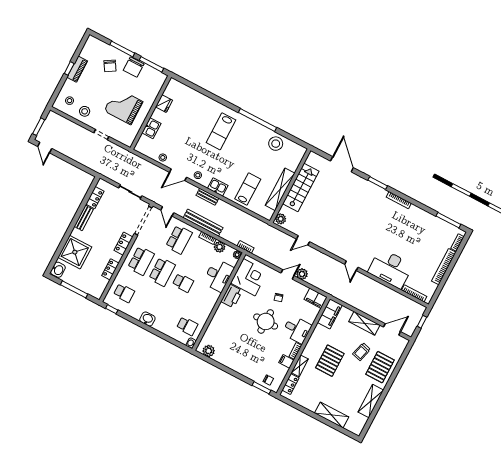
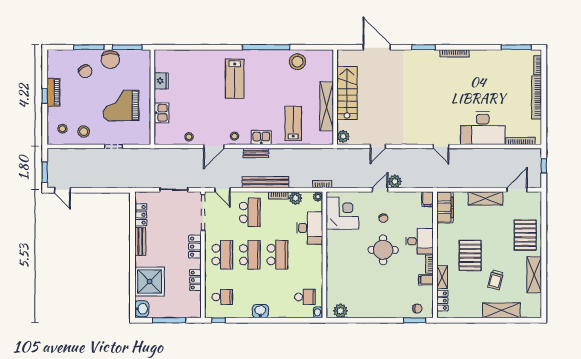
school desk: (183, 283) -> (277, 255), width x1.85
printer: (232, 296) -> (334, 242), removed
filing cabinet: (316, 298) -> (428, 199), width x0.50
trolley: (362, 352) -> (495, 280), moved

